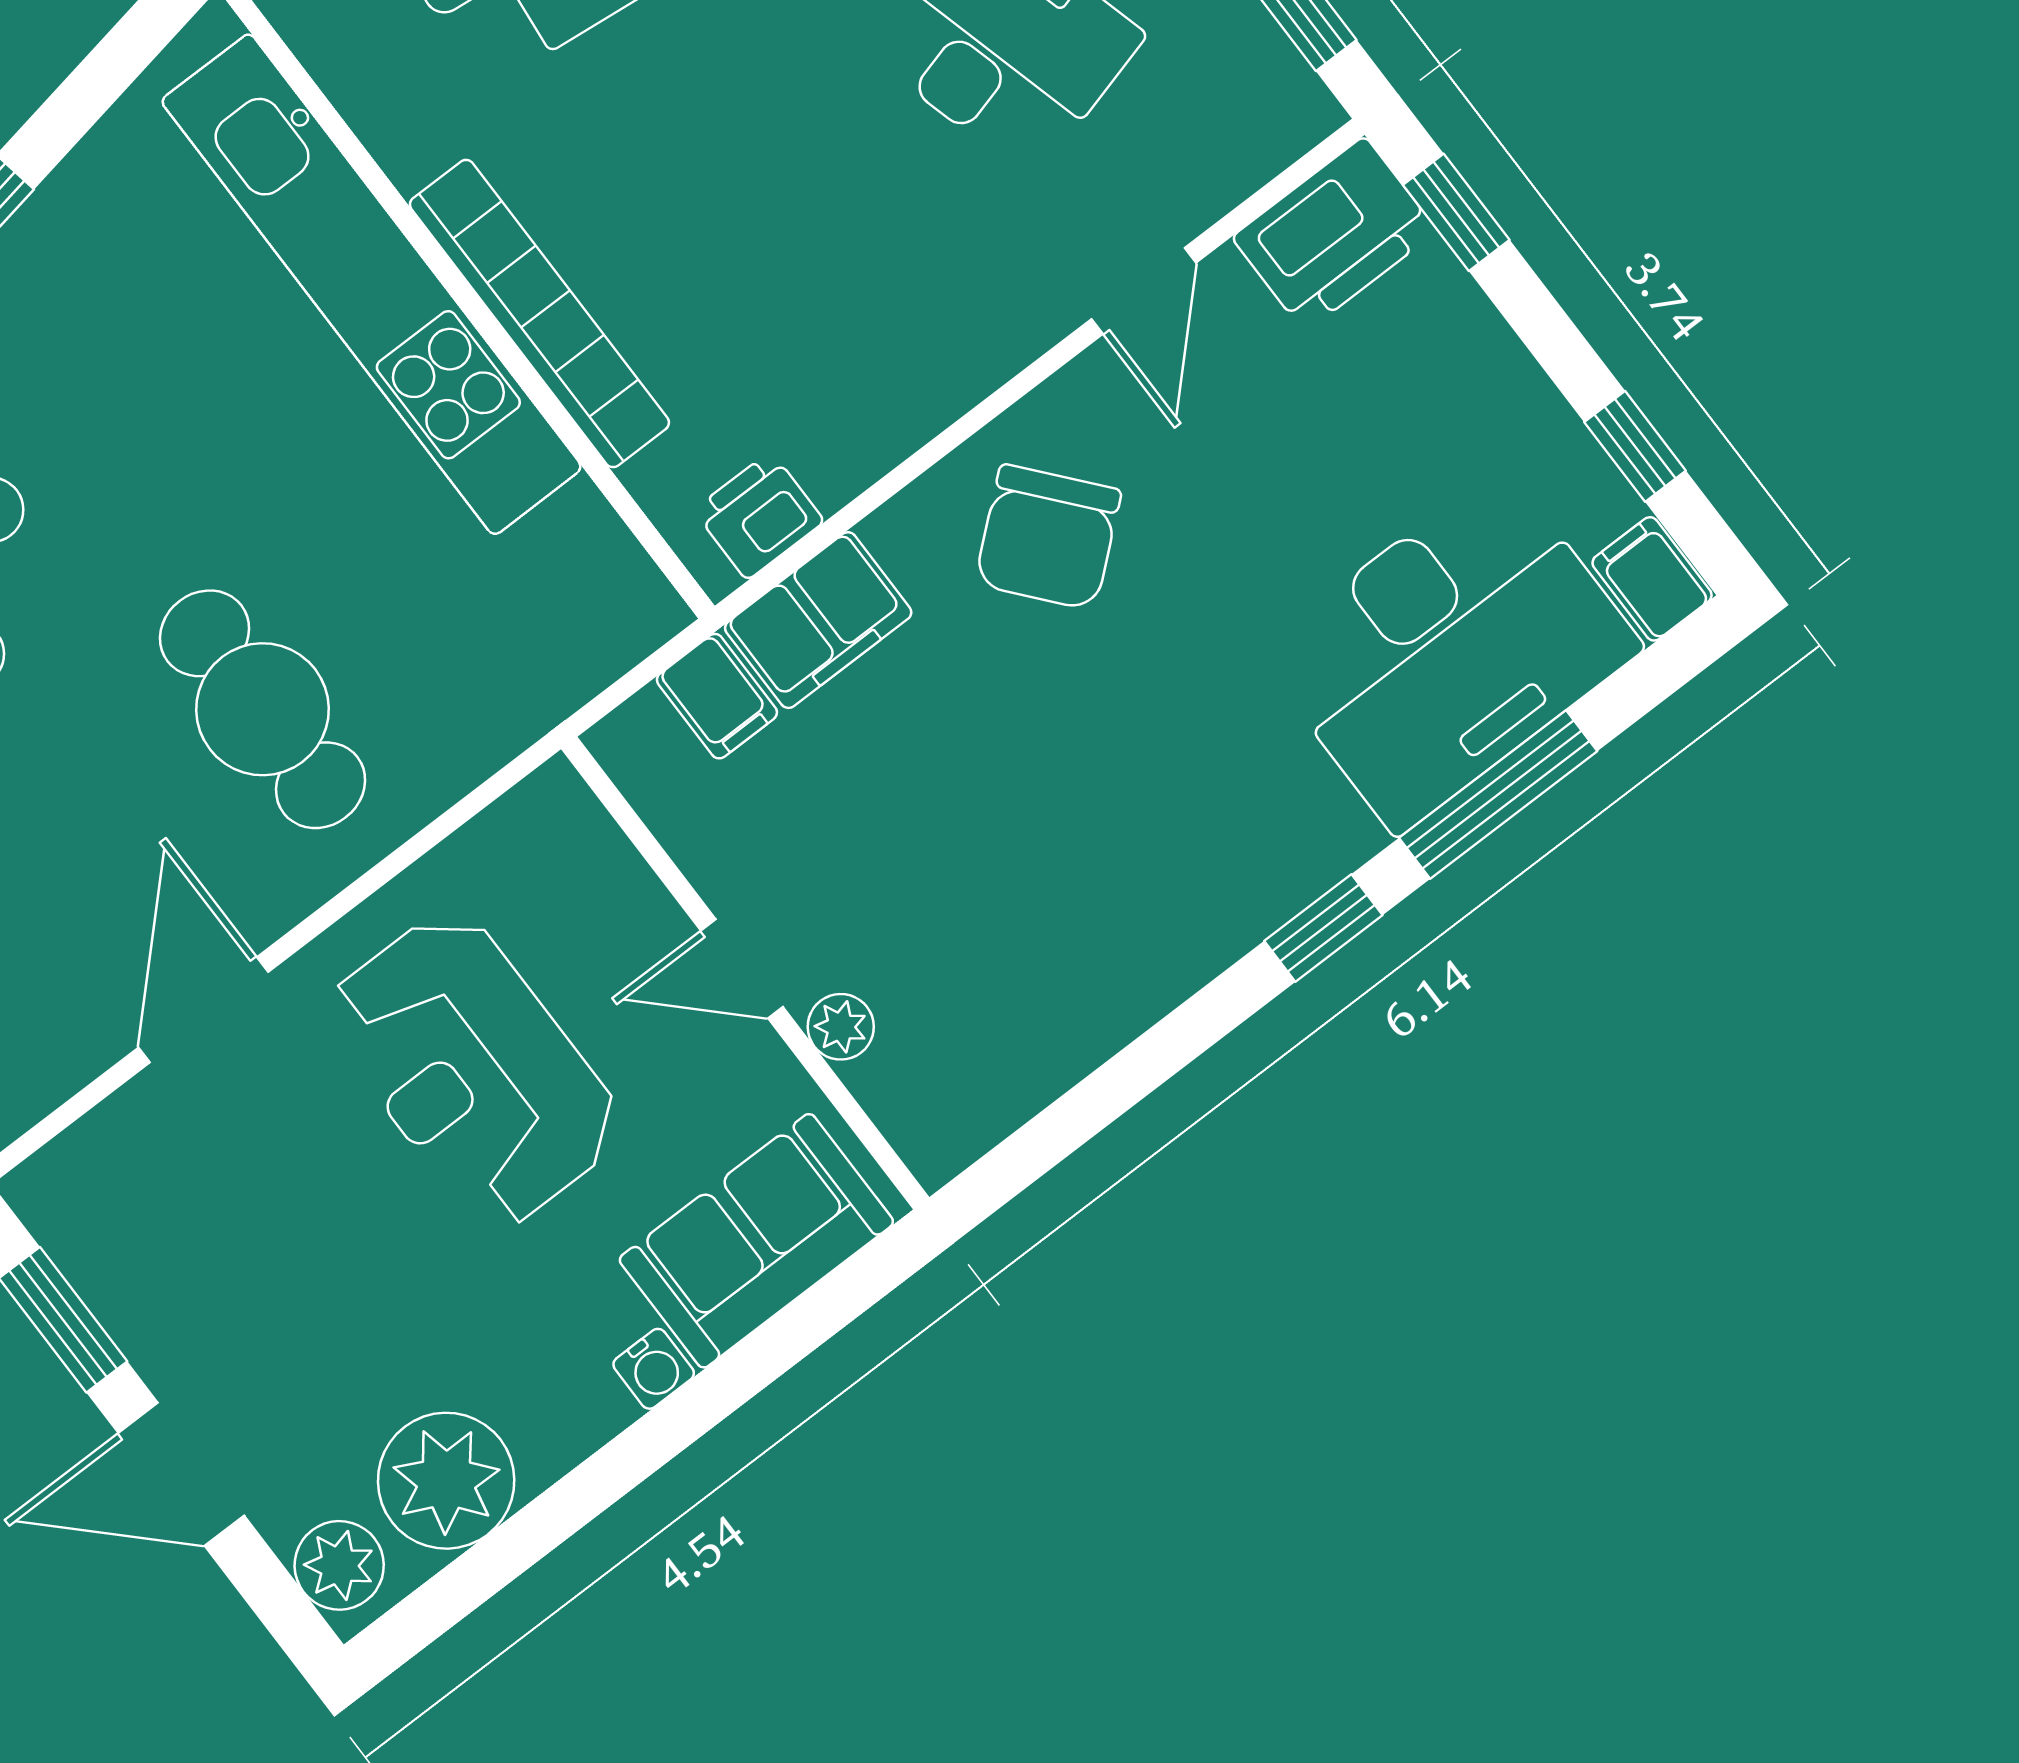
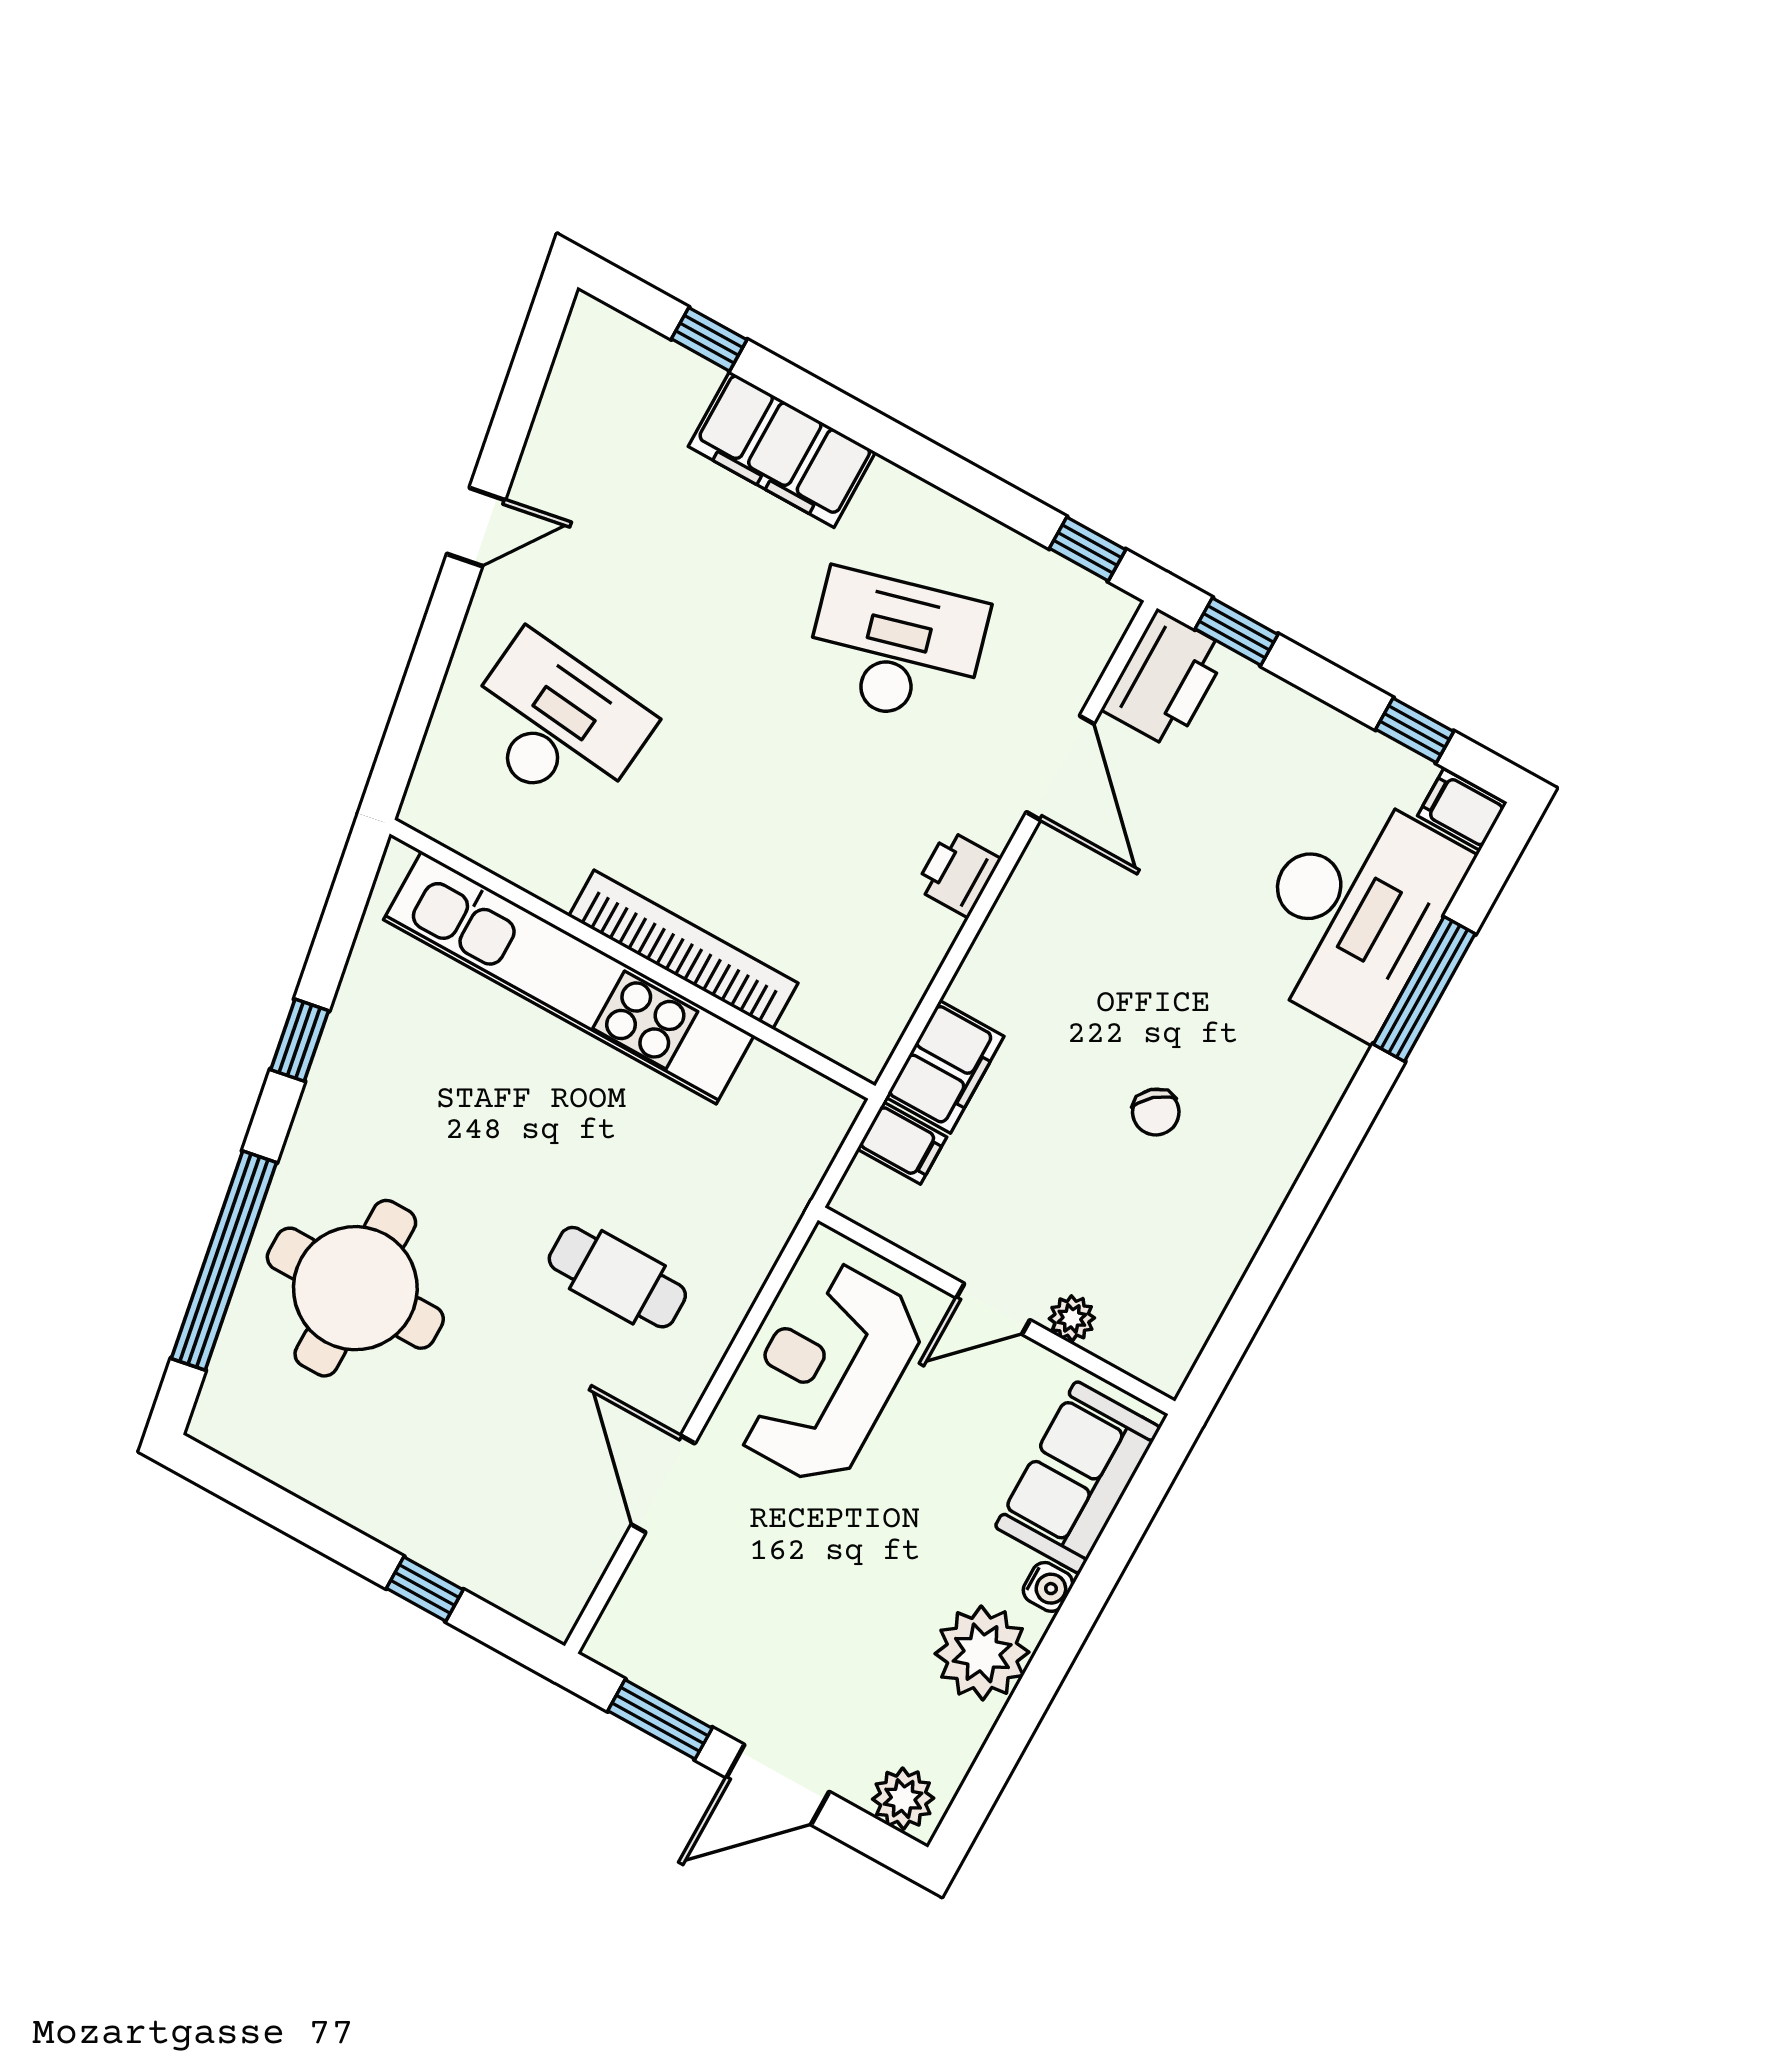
door: (1144, 291) -> (1060, 768), width x1.38
printer: (759, 516) -> (958, 873), moved
chair: (1048, 537) -> (1156, 1112), moved, width x0.54, depth x0.54
cafe table: (263, 709) -> (617, 1277), width x0.73, depth x0.74
window: (1323, 928) -> (1351, 1122), removed
reception desk: (473, 1070) -> (828, 1374), moved, turned 90
plant: (446, 1481) -> (982, 1653), moved

